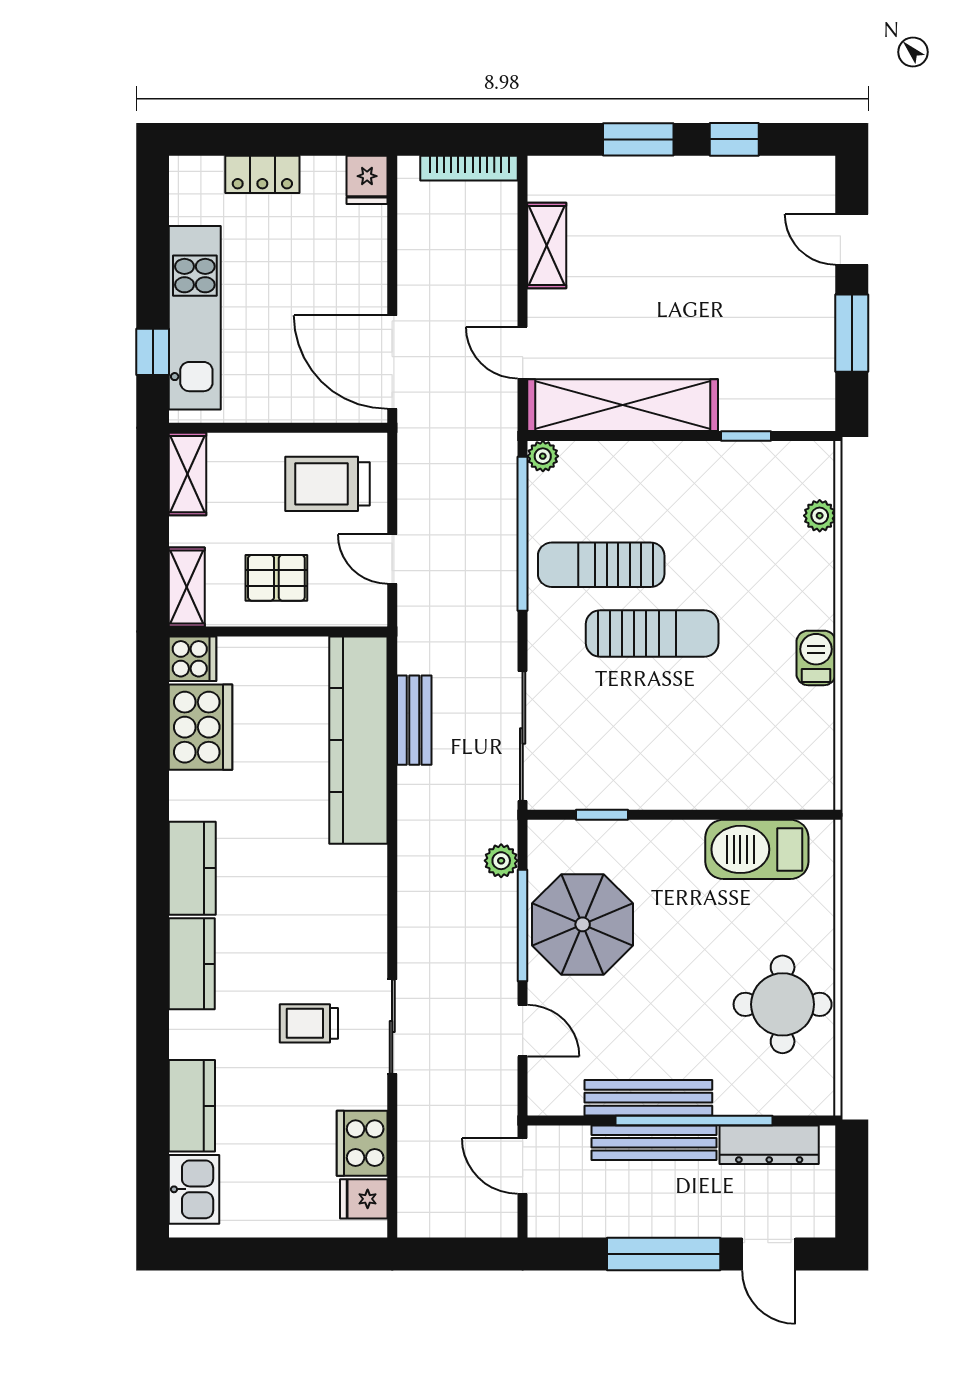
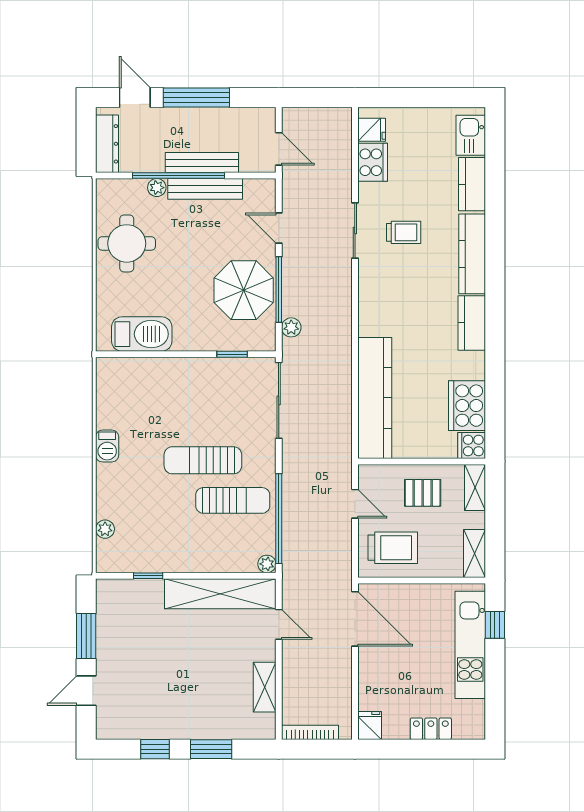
door: (852, 240) -> (86, 691), swing flipped
bench: (414, 720) -> (342, 410), removed
kitchen counter: (192, 964) -> (472, 254), width x1.50
plant: (731, 1100) -> (157, 188), added
dresser: (769, 1145) -> (107, 144), moved, turned 90

